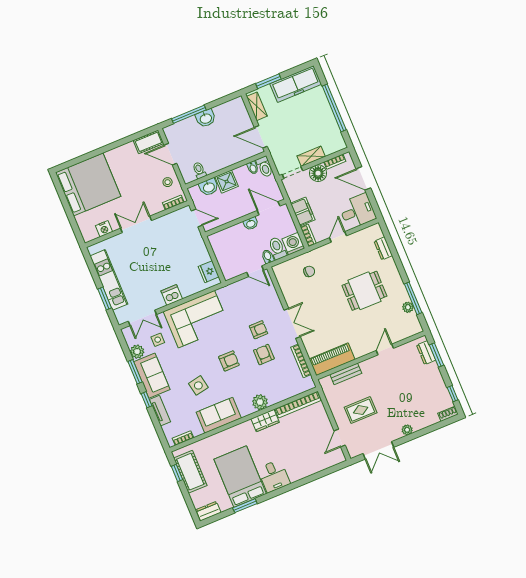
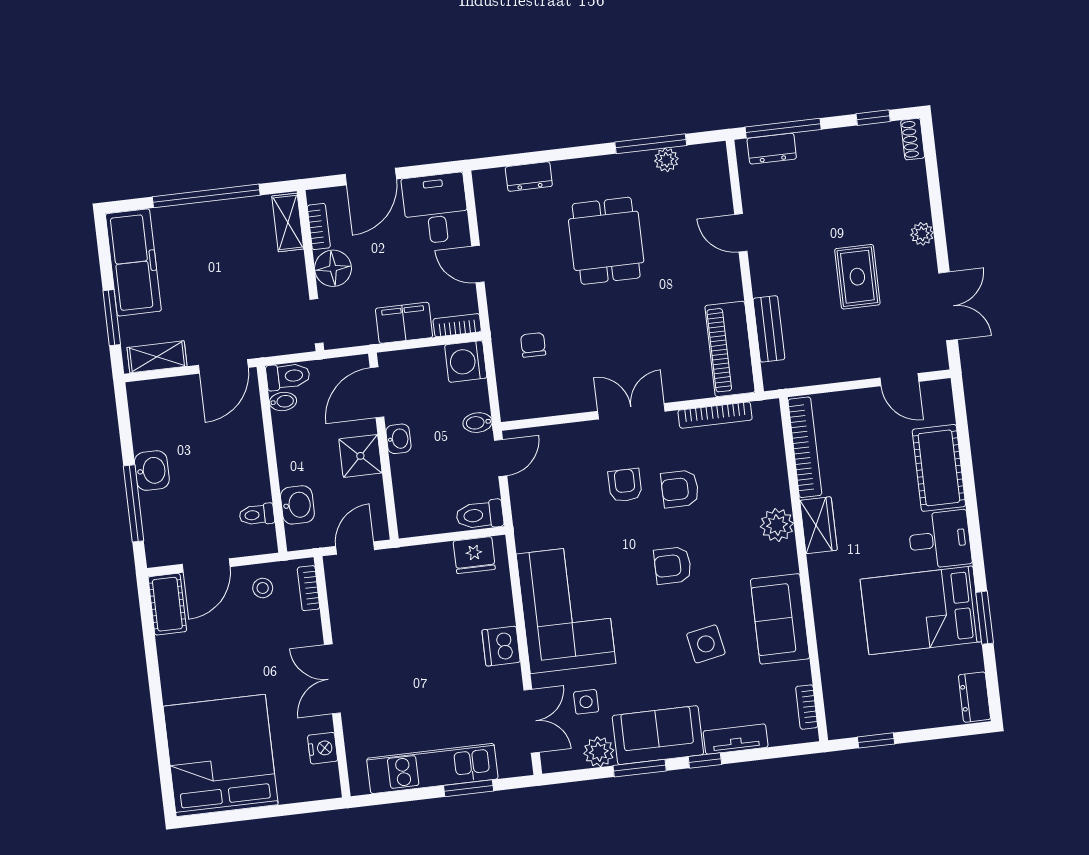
shelving: (311, 156) -> (288, 222), moved
shower: (227, 182) -> (360, 456), moved
toilet: (277, 248) -> (480, 515), moved
window: (437, 355) -> (783, 128), width x1.44
armchair: (229, 361) -> (673, 565), turned -90
rug: (361, 410) -> (857, 277), moved
cot: (190, 472) -> (939, 468), moved, turned 90

